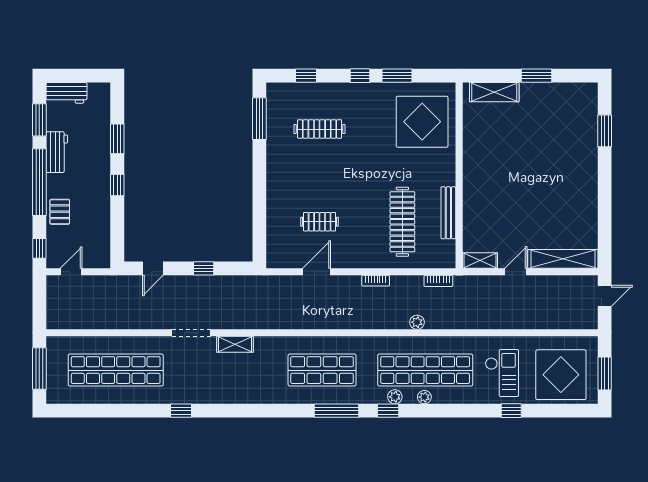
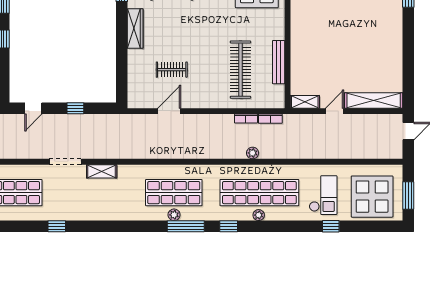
wardrobe: (275, 172) -> (135, 29), added
bookcase: (376, 281) -> (246, 119), moved
plant: (395, 397) -> (174, 215), moved

